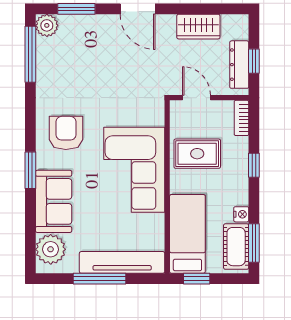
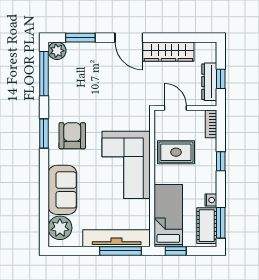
wardrobe: (198, 27) -> (168, 52), width x1.50
window: (30, 170) -> (44, 134), moved
window: (100, 279) -> (121, 251), moved

